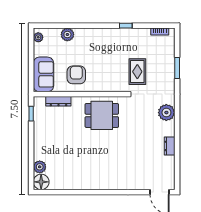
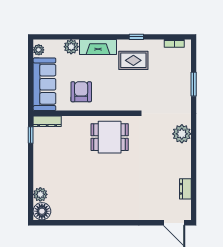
fireplace: (91, 35) -> (98, 47), added
rug: (137, 72) -> (133, 60), moved, turned 90
sofa: (43, 74) -> (44, 84), width x1.36
dresser: (58, 101) -> (47, 121), moved
dresser: (170, 146) -> (185, 189), moved

